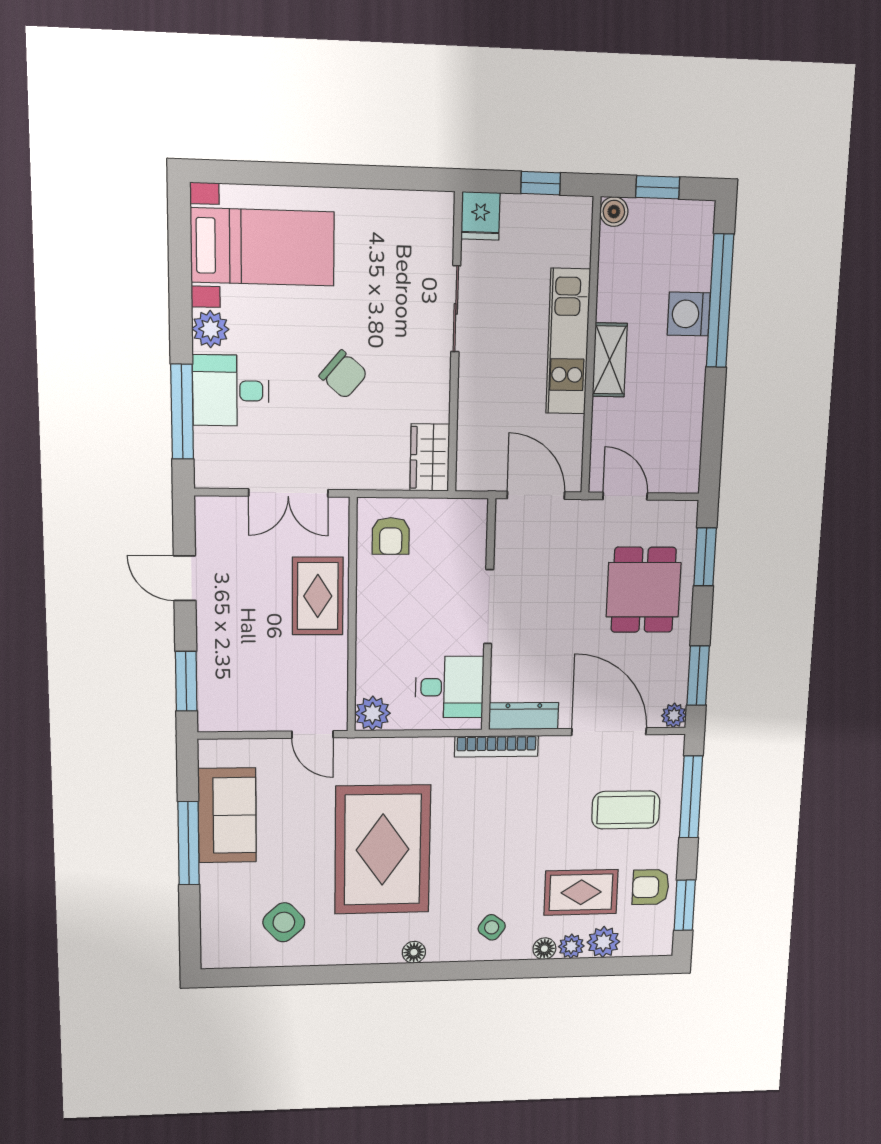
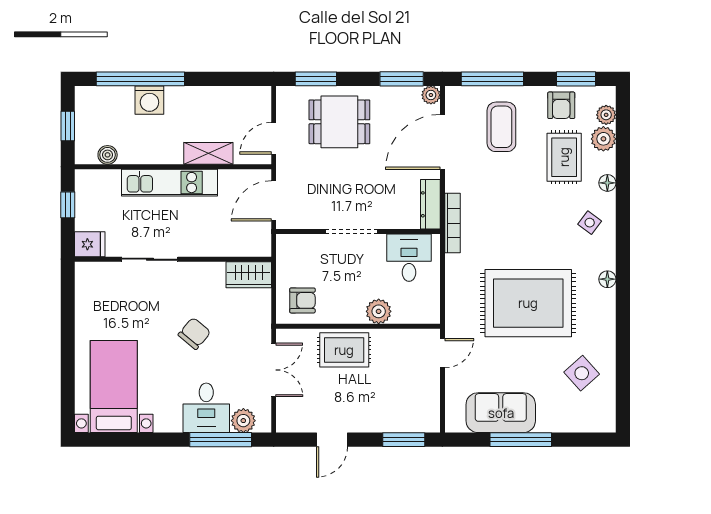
boiler: (614, 212) -> (108, 155), moved
plant: (210, 329) -> (243, 421), moved
shelving: (610, 360) -> (208, 153), moved
plant: (373, 713) -> (379, 311), moved
plant: (571, 946) -> (606, 115), moved

